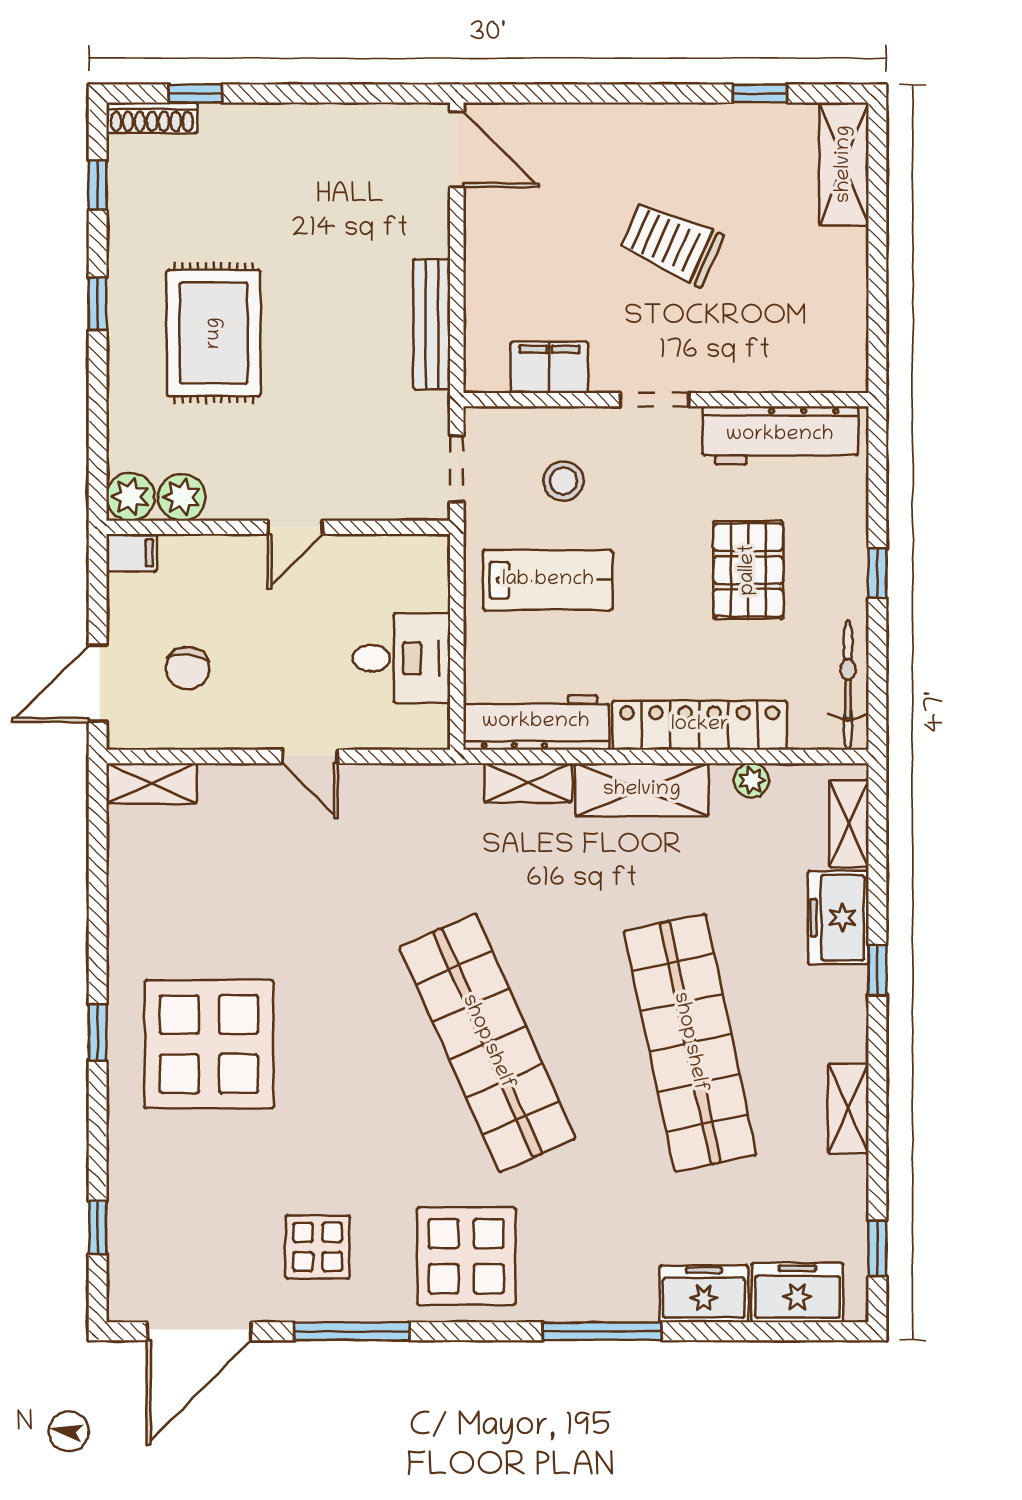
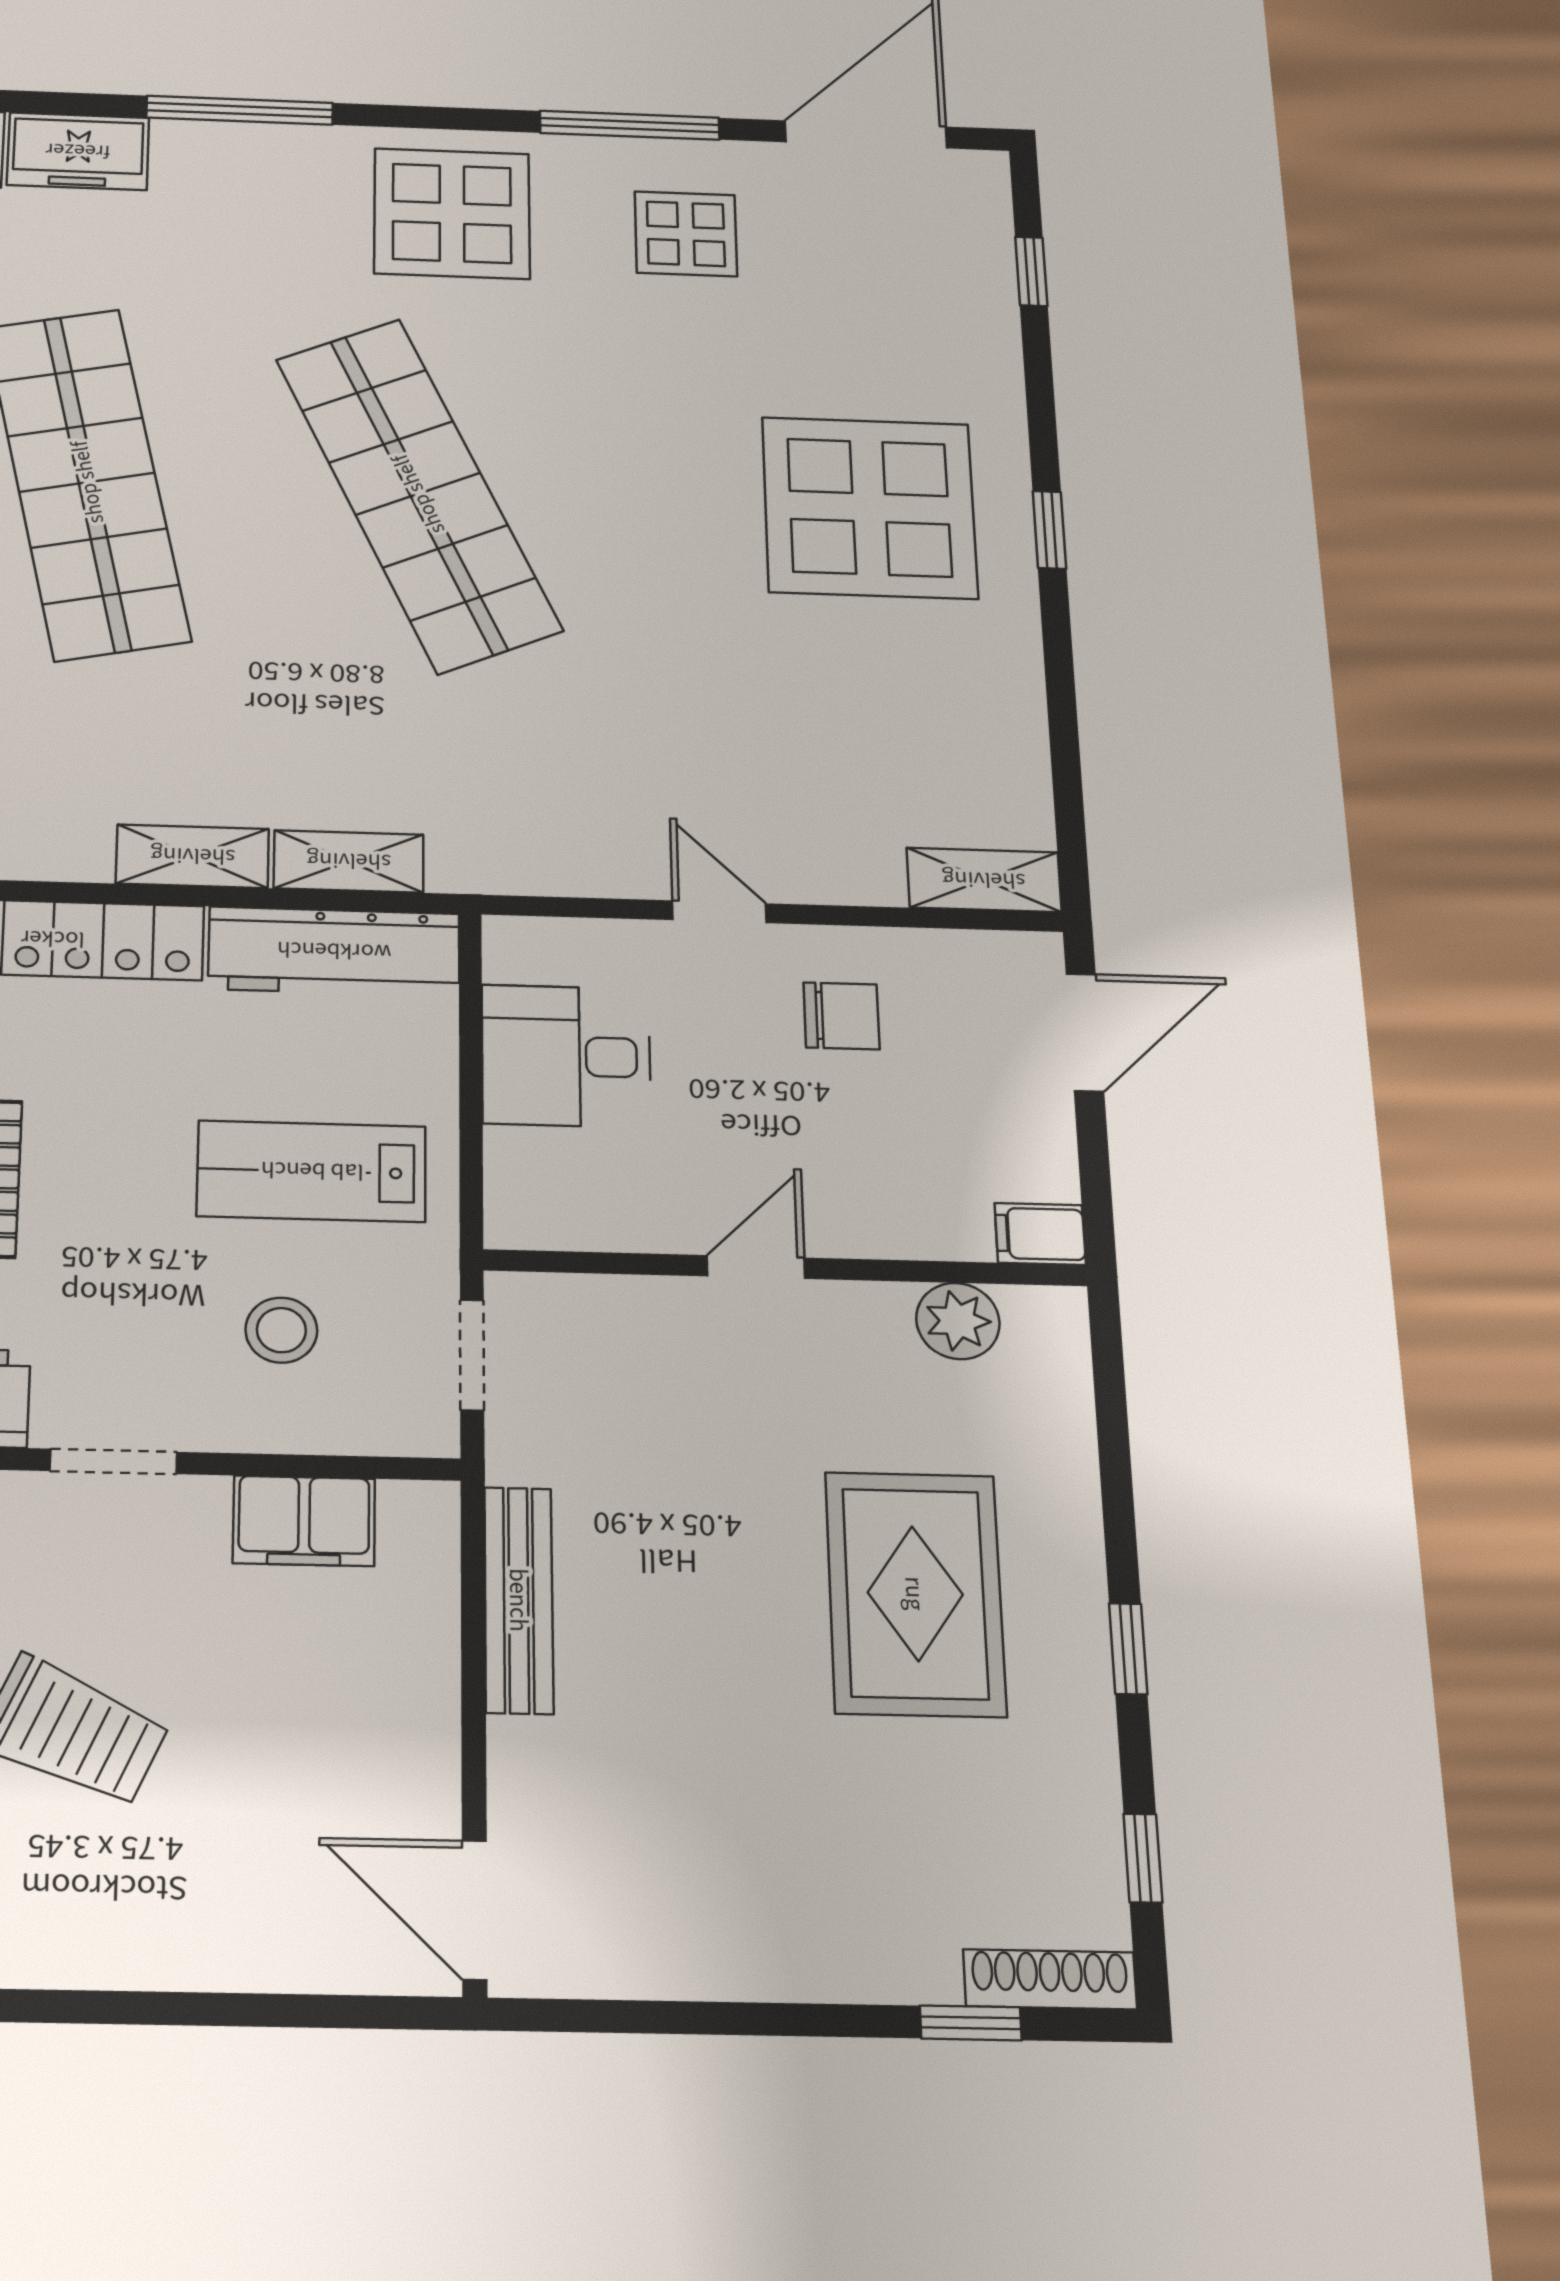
plant: (131, 497) -> (1048, 1324), removed
chair: (188, 668) -> (841, 1016), moved, turned 85
shelving: (642, 790) -> (193, 856), width x0.67, depth x0.75

